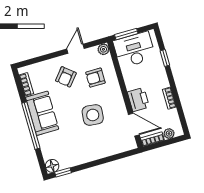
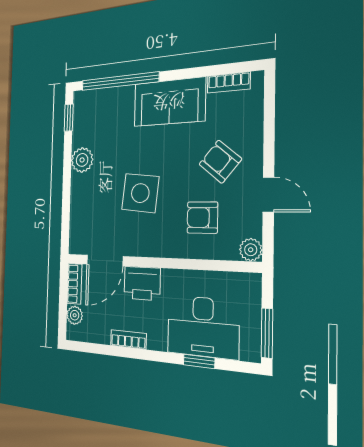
window: (126, 34) -> (267, 333), moved
desk: (134, 50) -> (203, 327), moved, turned 90
armchair: (95, 78) -> (202, 218), turned -90
window: (31, 126) -> (120, 81), moved
plant: (84, 156) -> (82, 160), added
floor lamp: (52, 166) -> (83, 101), removed

